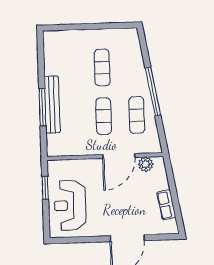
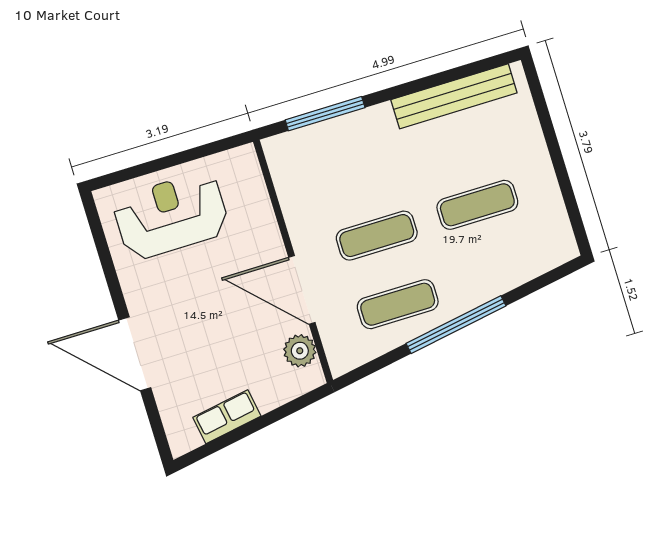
bench: (52, 105) -> (454, 96), moved
window: (42, 107) -> (325, 114), moved
window: (45, 188) -> (194, 154), removed

